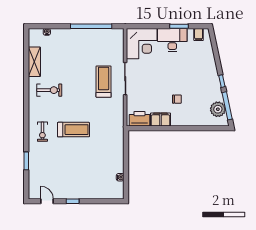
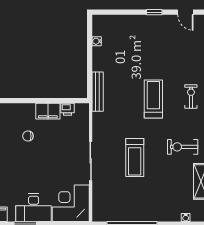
treadmill: (104, 82) -> (135, 158), moved
printer: (139, 119) -> (67, 109), width x0.53, depth x0.68
treadmill: (73, 130) -> (153, 99), turned 90
bench: (119, 136) -> (98, 92), added

